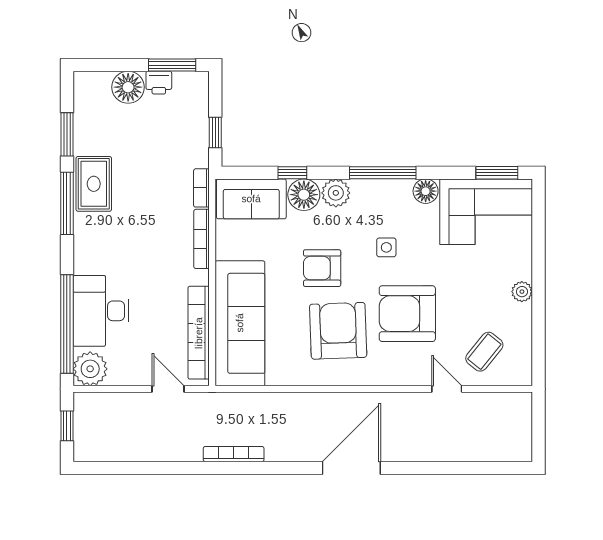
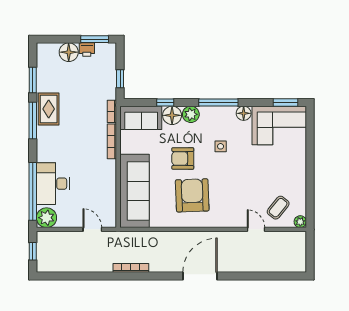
plant: (522, 292) -> (300, 222), moved
armchair: (407, 314) -> (233, 185), removed
bookcase: (199, 333) -> (110, 196), removed

